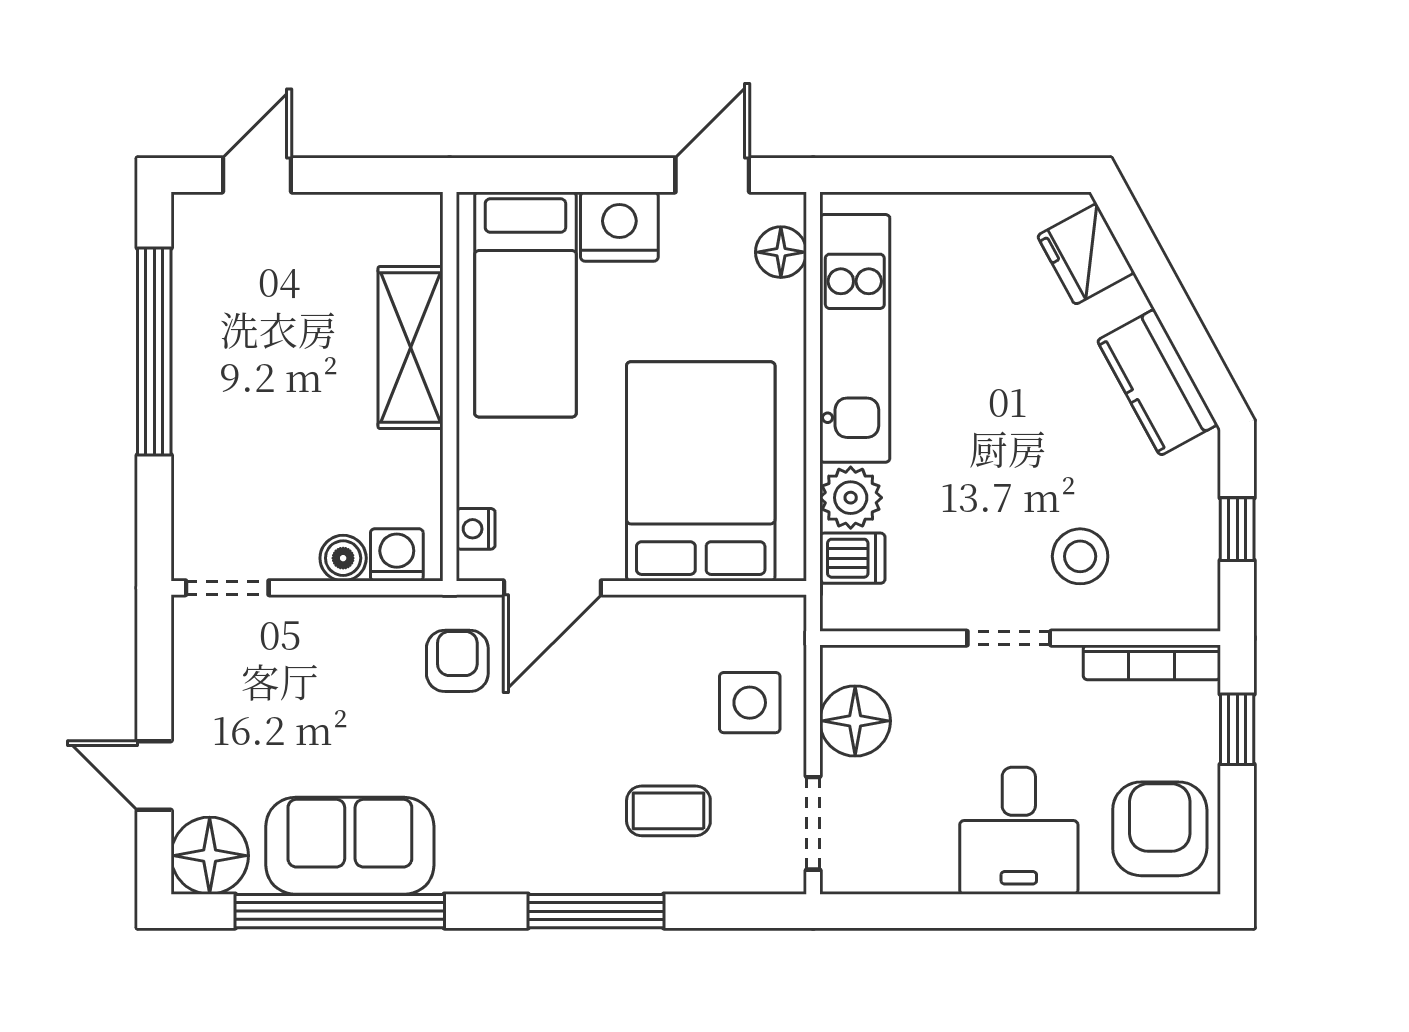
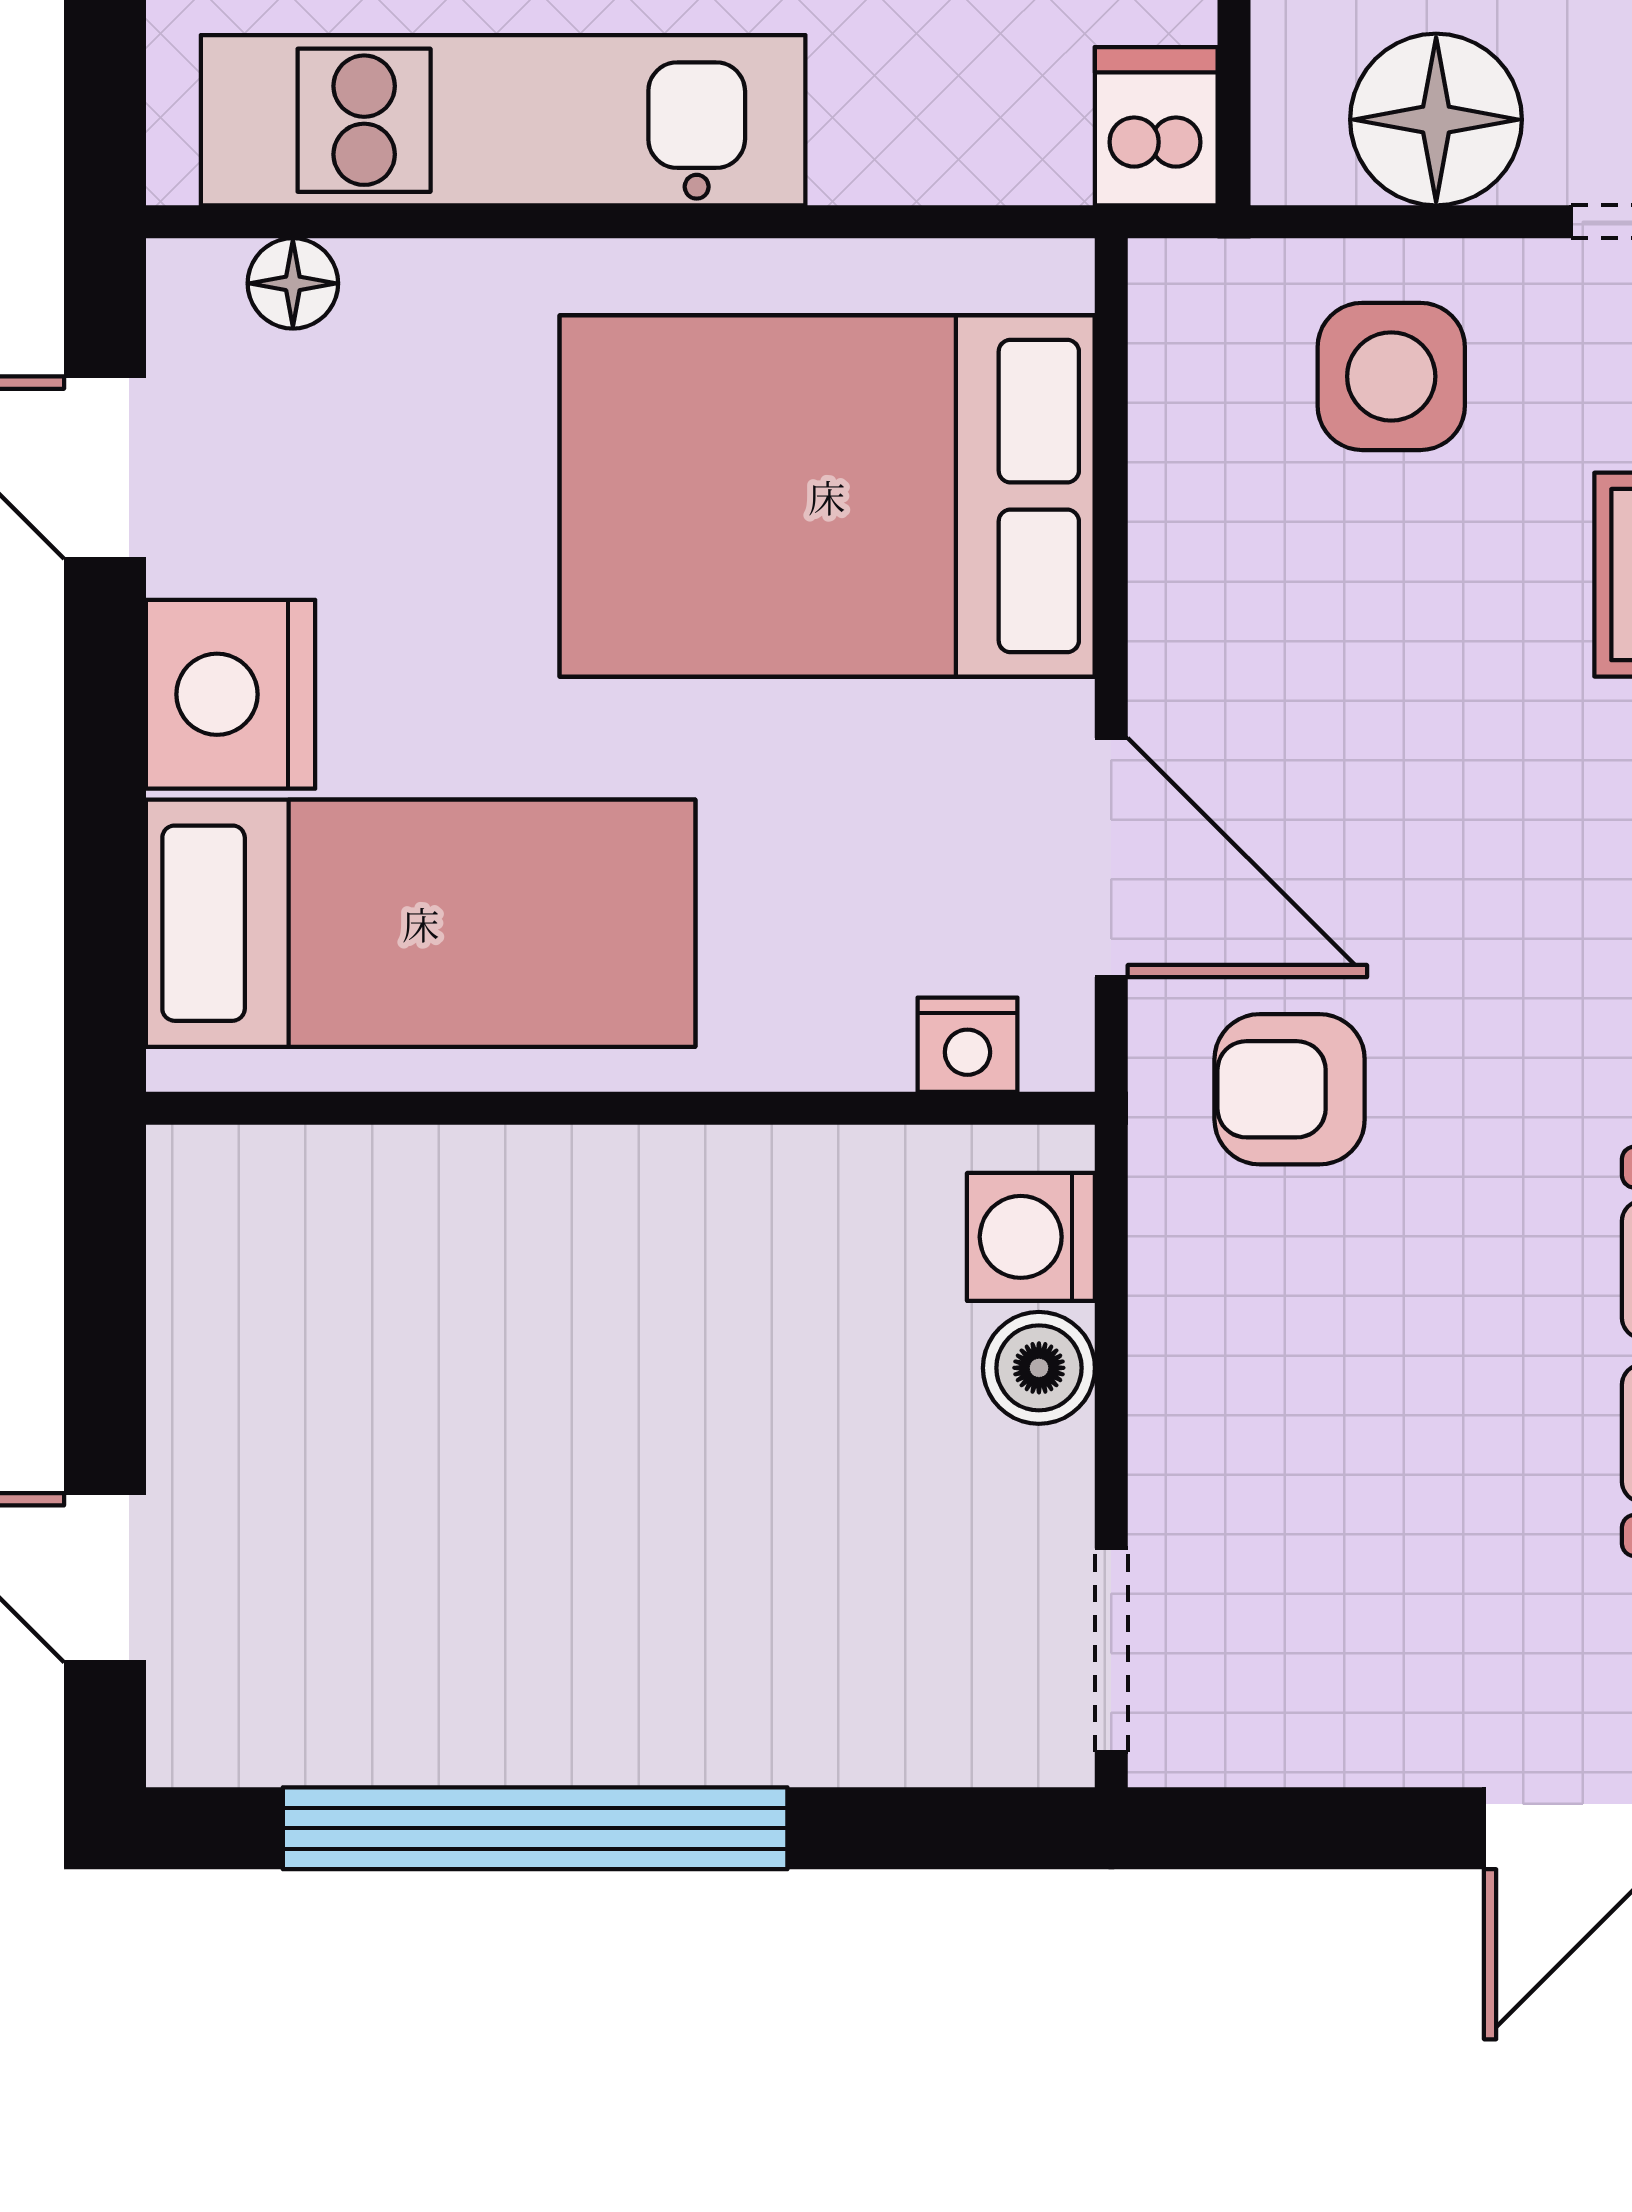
floor lamp: (781, 252) -> (293, 283), width x0.73, depth x0.73
shelving: (410, 348) -> (525, 1204), removed
plant: (851, 498) -> (892, 130), removed
dishwasher: (852, 558) -> (1156, 126), moved

